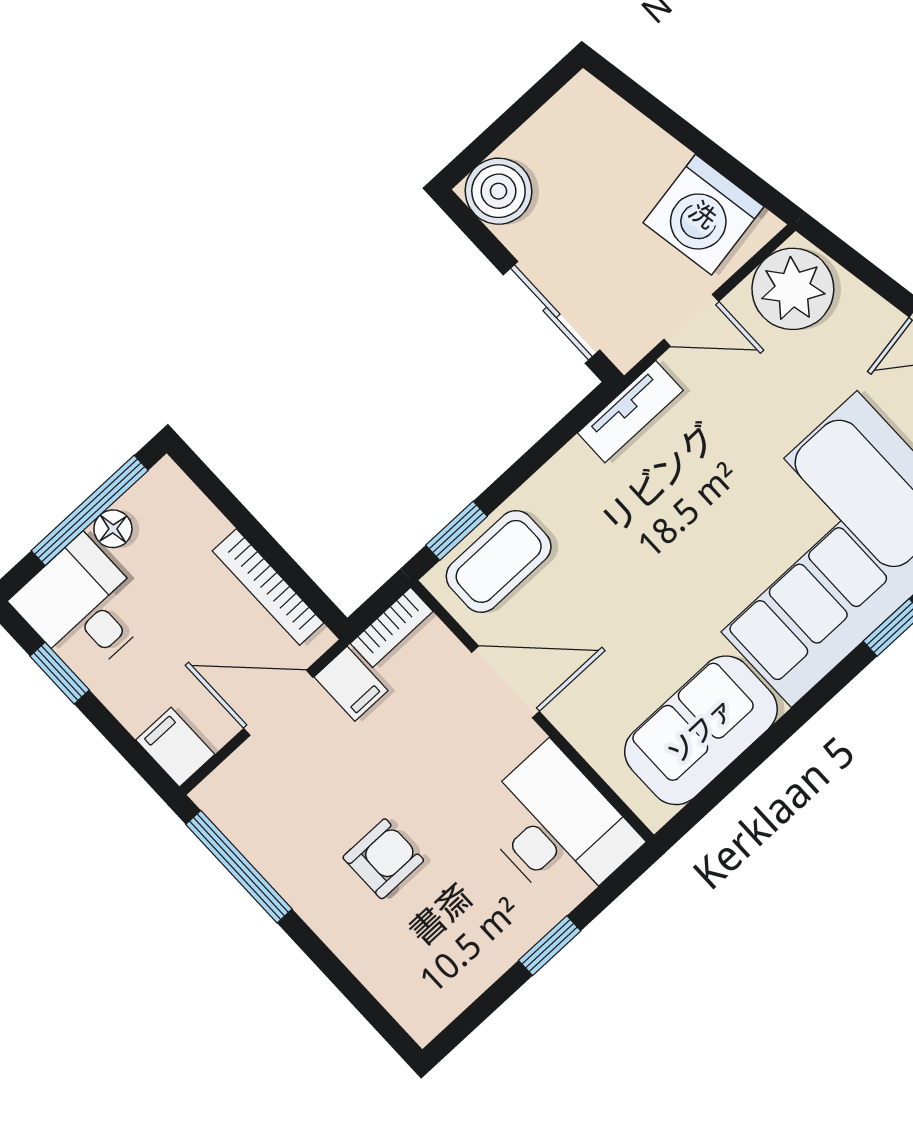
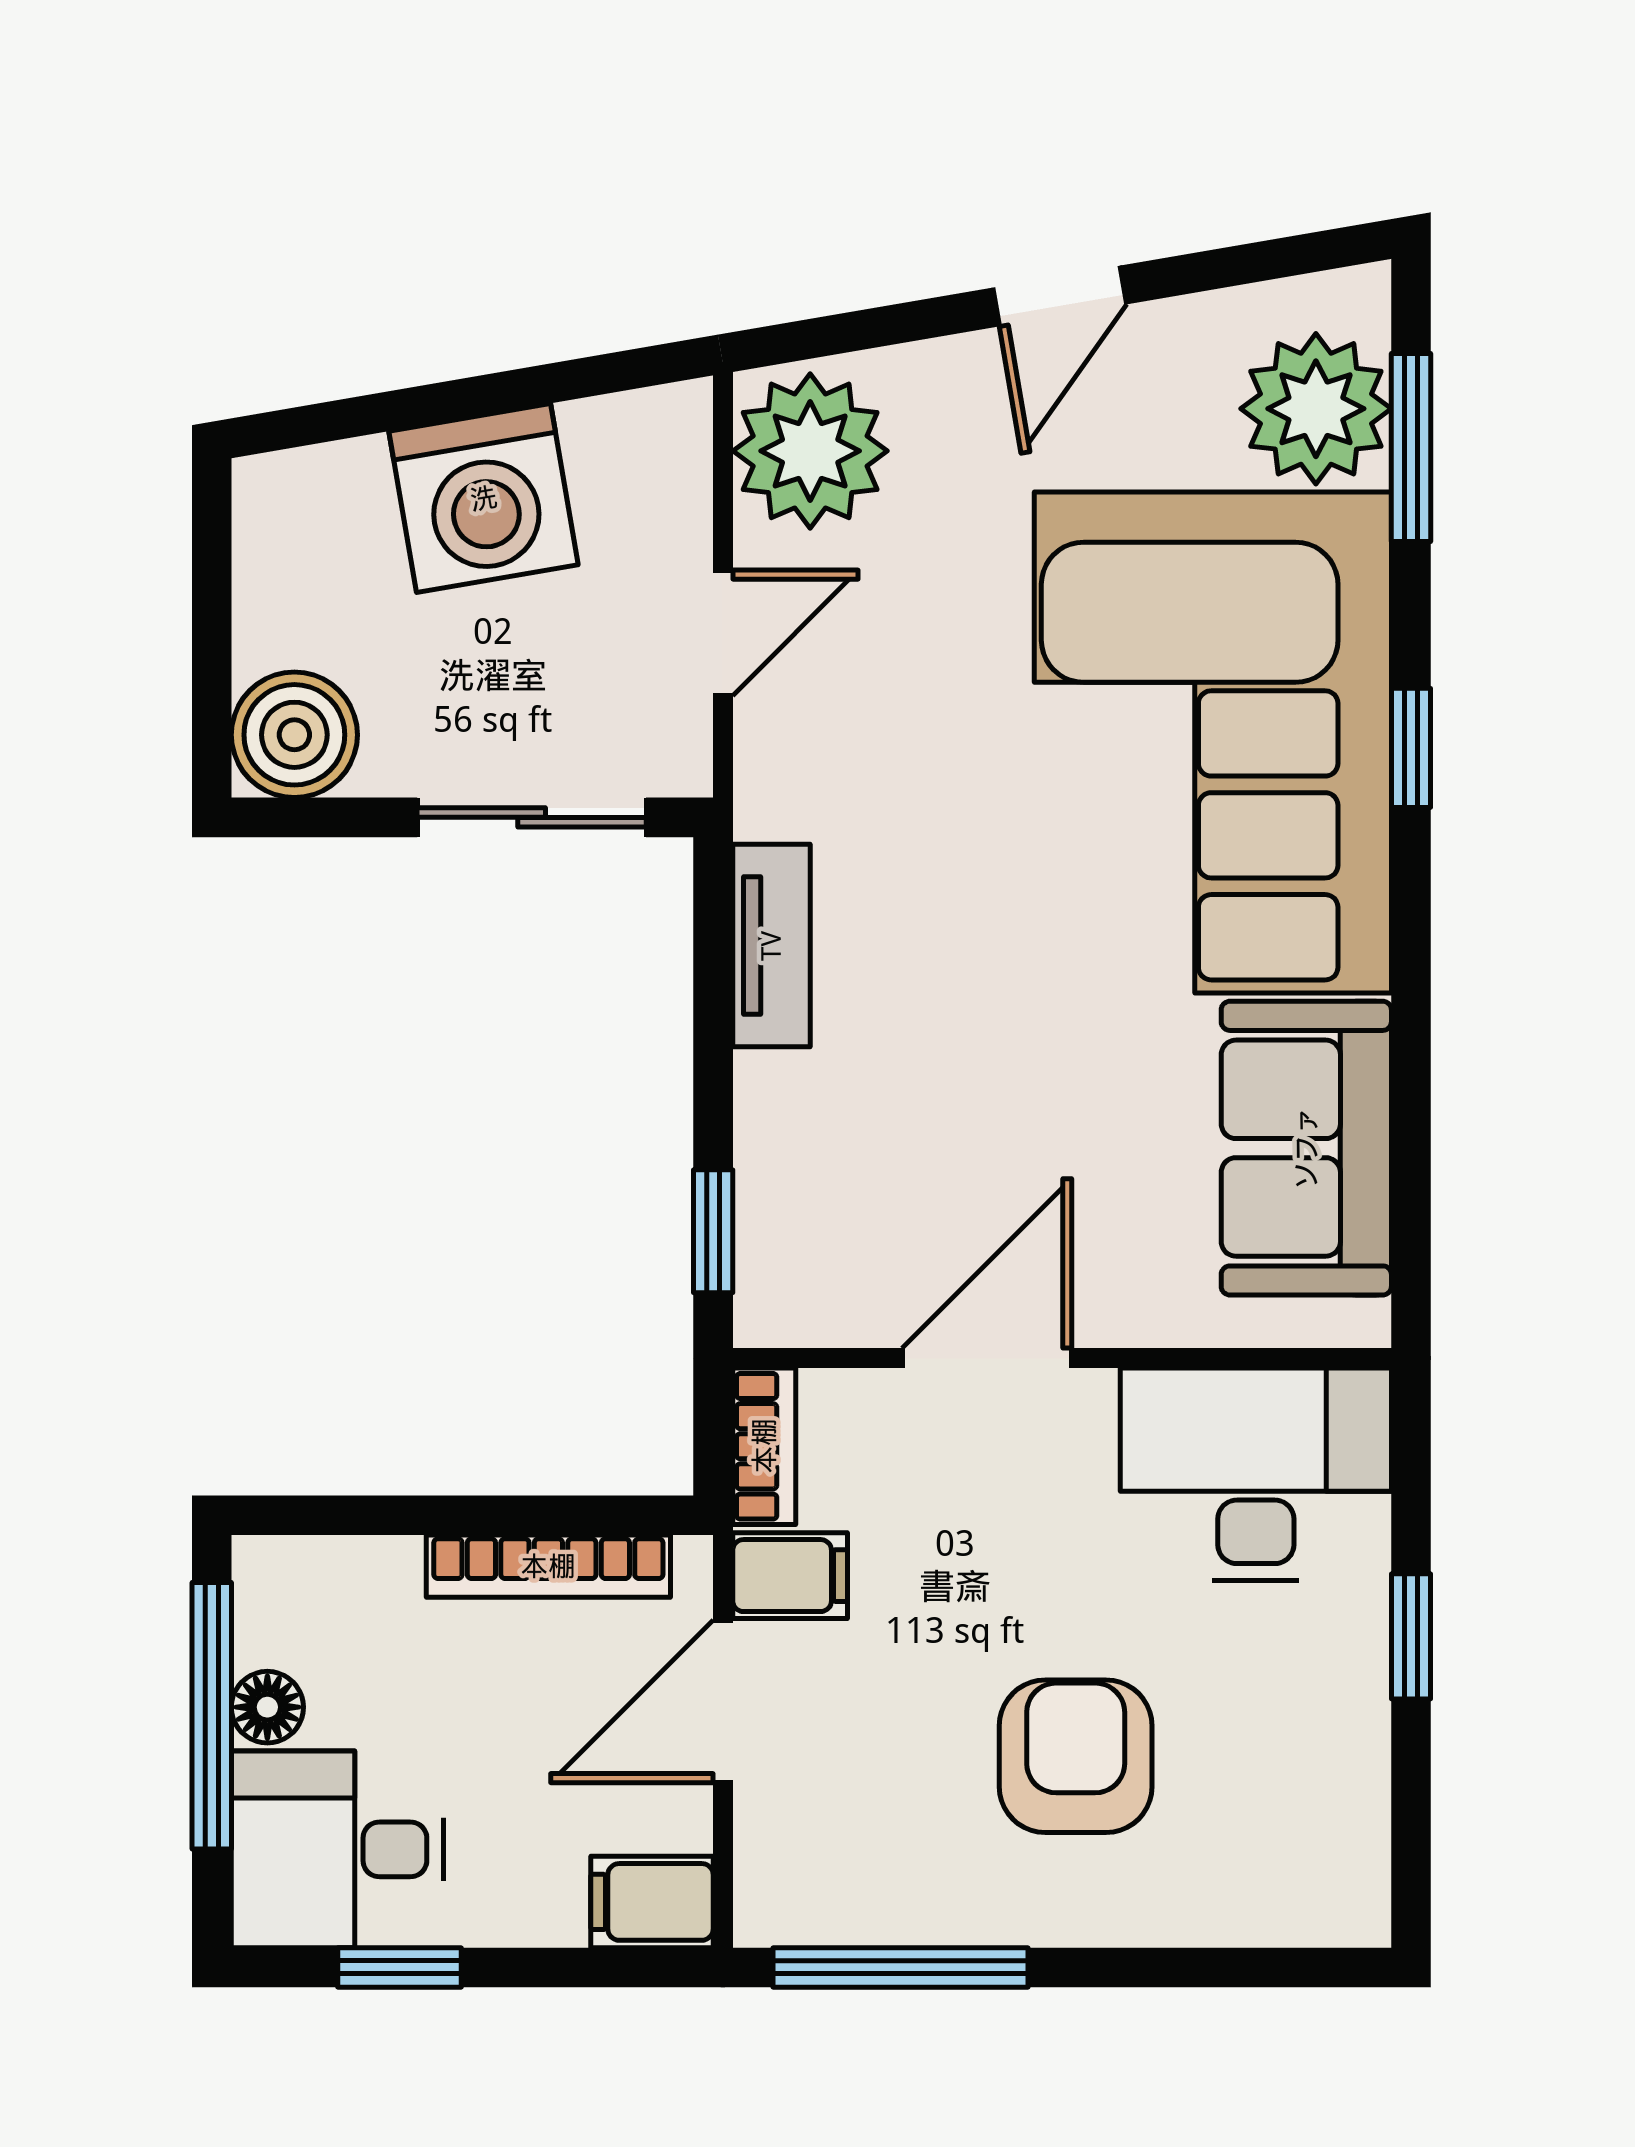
washing machine: (704, 215) -> (484, 498), moved
tv unit: (630, 412) -> (771, 946), moved
coffee table: (499, 561) -> (810, 1212), removed
armchair: (383, 859) -> (1076, 1756), width x1.38, depth x1.38

